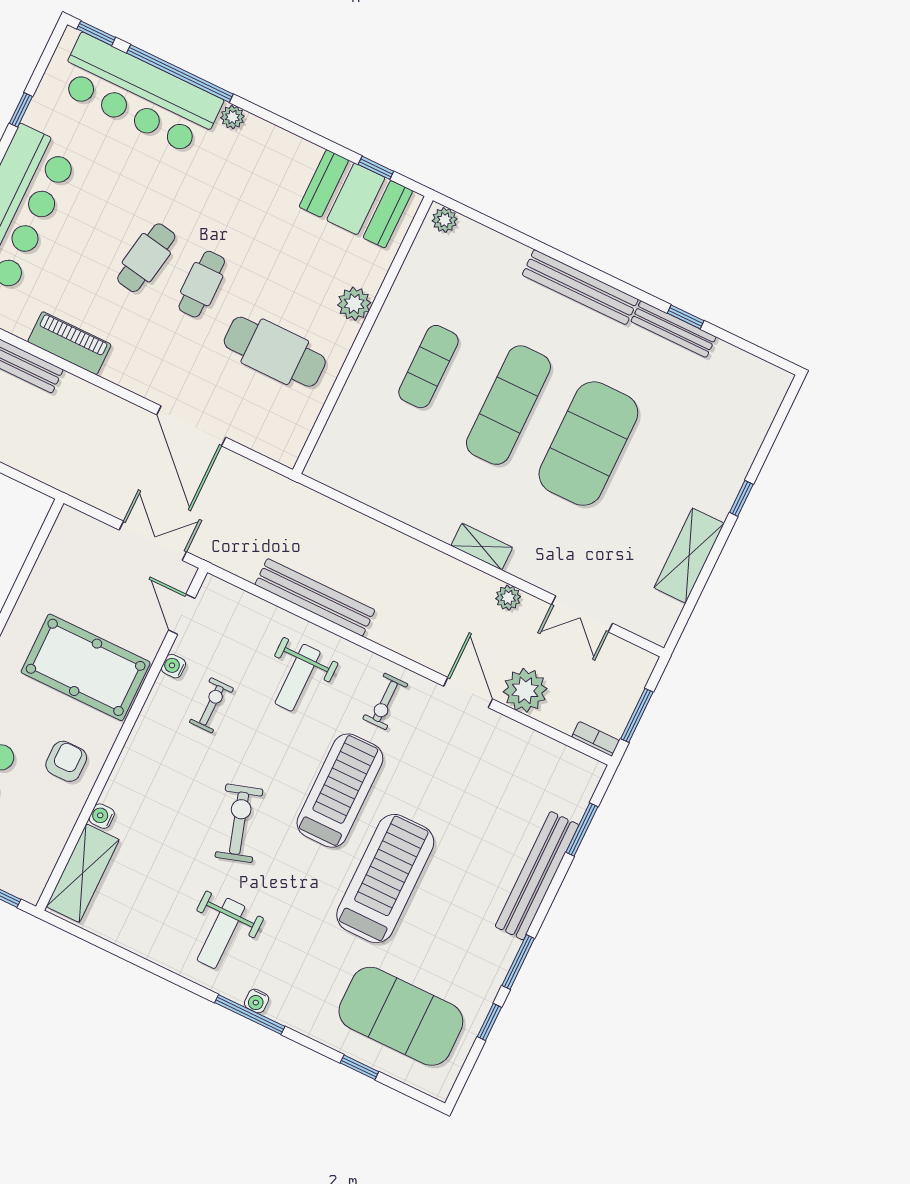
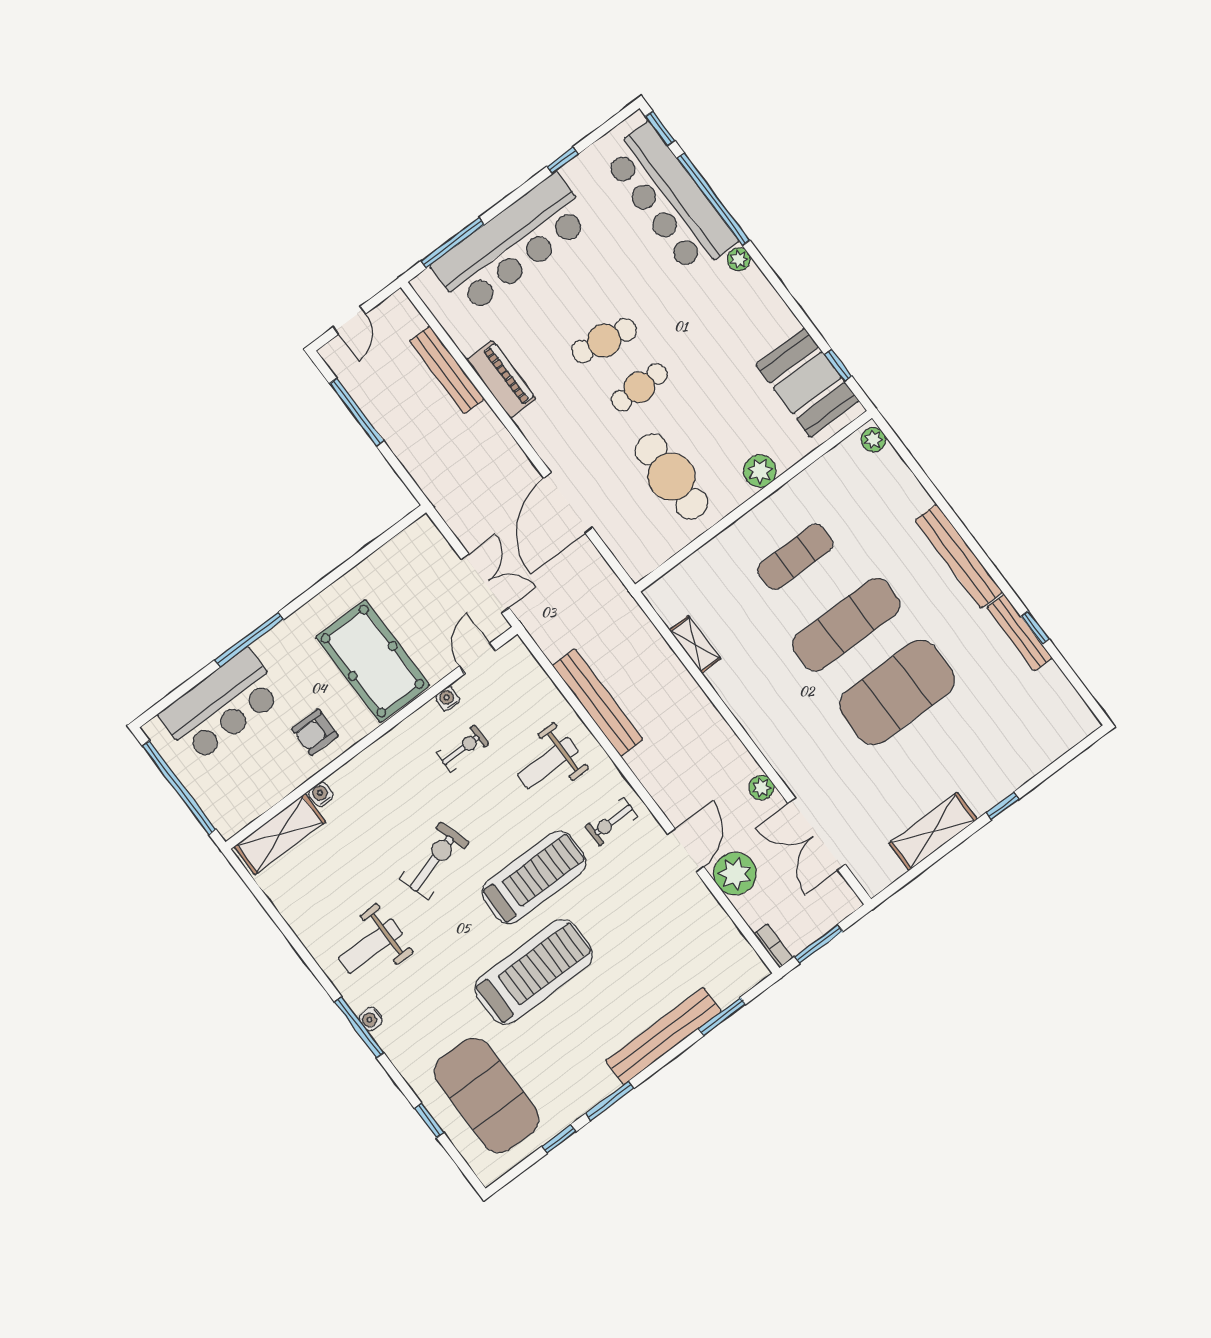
shelving: (482, 547) -> (695, 644), moved
double door: (582, 614) -> (817, 834), width x1.37
armchair: (66, 761) -> (315, 732), turned 180

